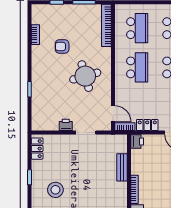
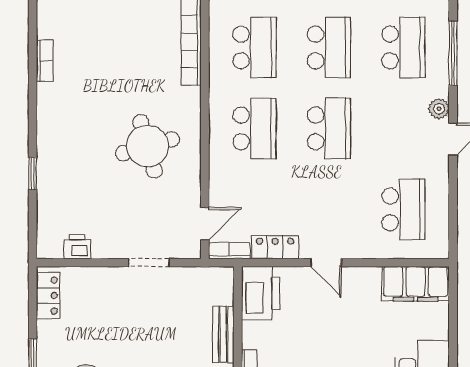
armchair: (62, 46) -> (100, 85), removed
door: (113, 114) -> (205, 224), hinge flipped
printer: (66, 125) -> (77, 247), moved
printer: (137, 141) -> (261, 293), width x1.87, depth x1.48

